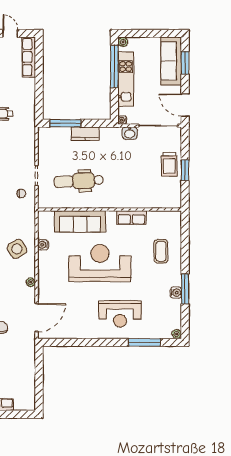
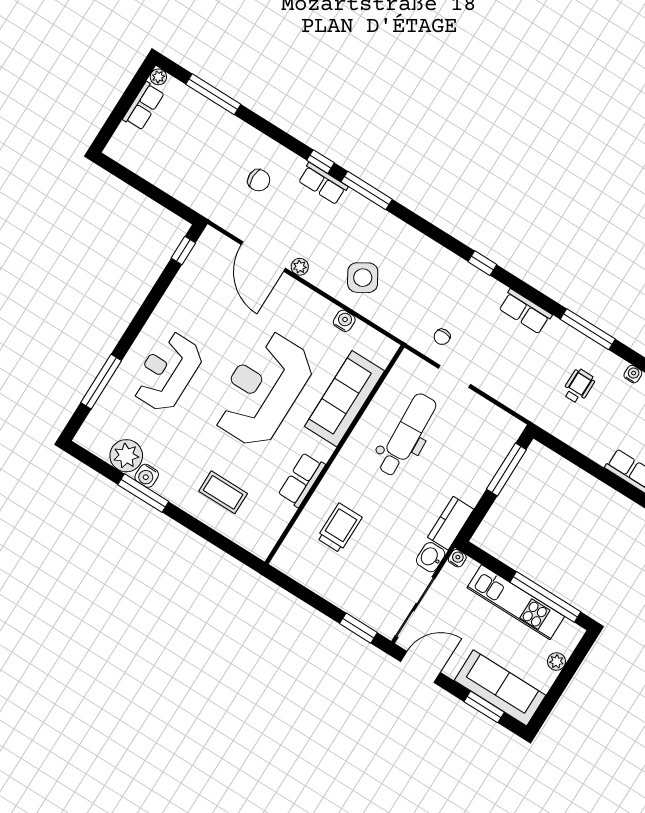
plant: (123, 42) -> (556, 662), moved
kitchen counter: (85, 134) -> (451, 523), moved
trolley: (169, 164) -> (339, 528), moved, turned 90
window: (185, 170) -> (358, 628), moved
reception desk: (100, 263) -> (263, 389), turned 180
door: (37, 318) -> (263, 256), moved
plant: (177, 334) -> (126, 456), moved, width x1.88, depth x1.88
window: (57, 342) -> (183, 250), added

